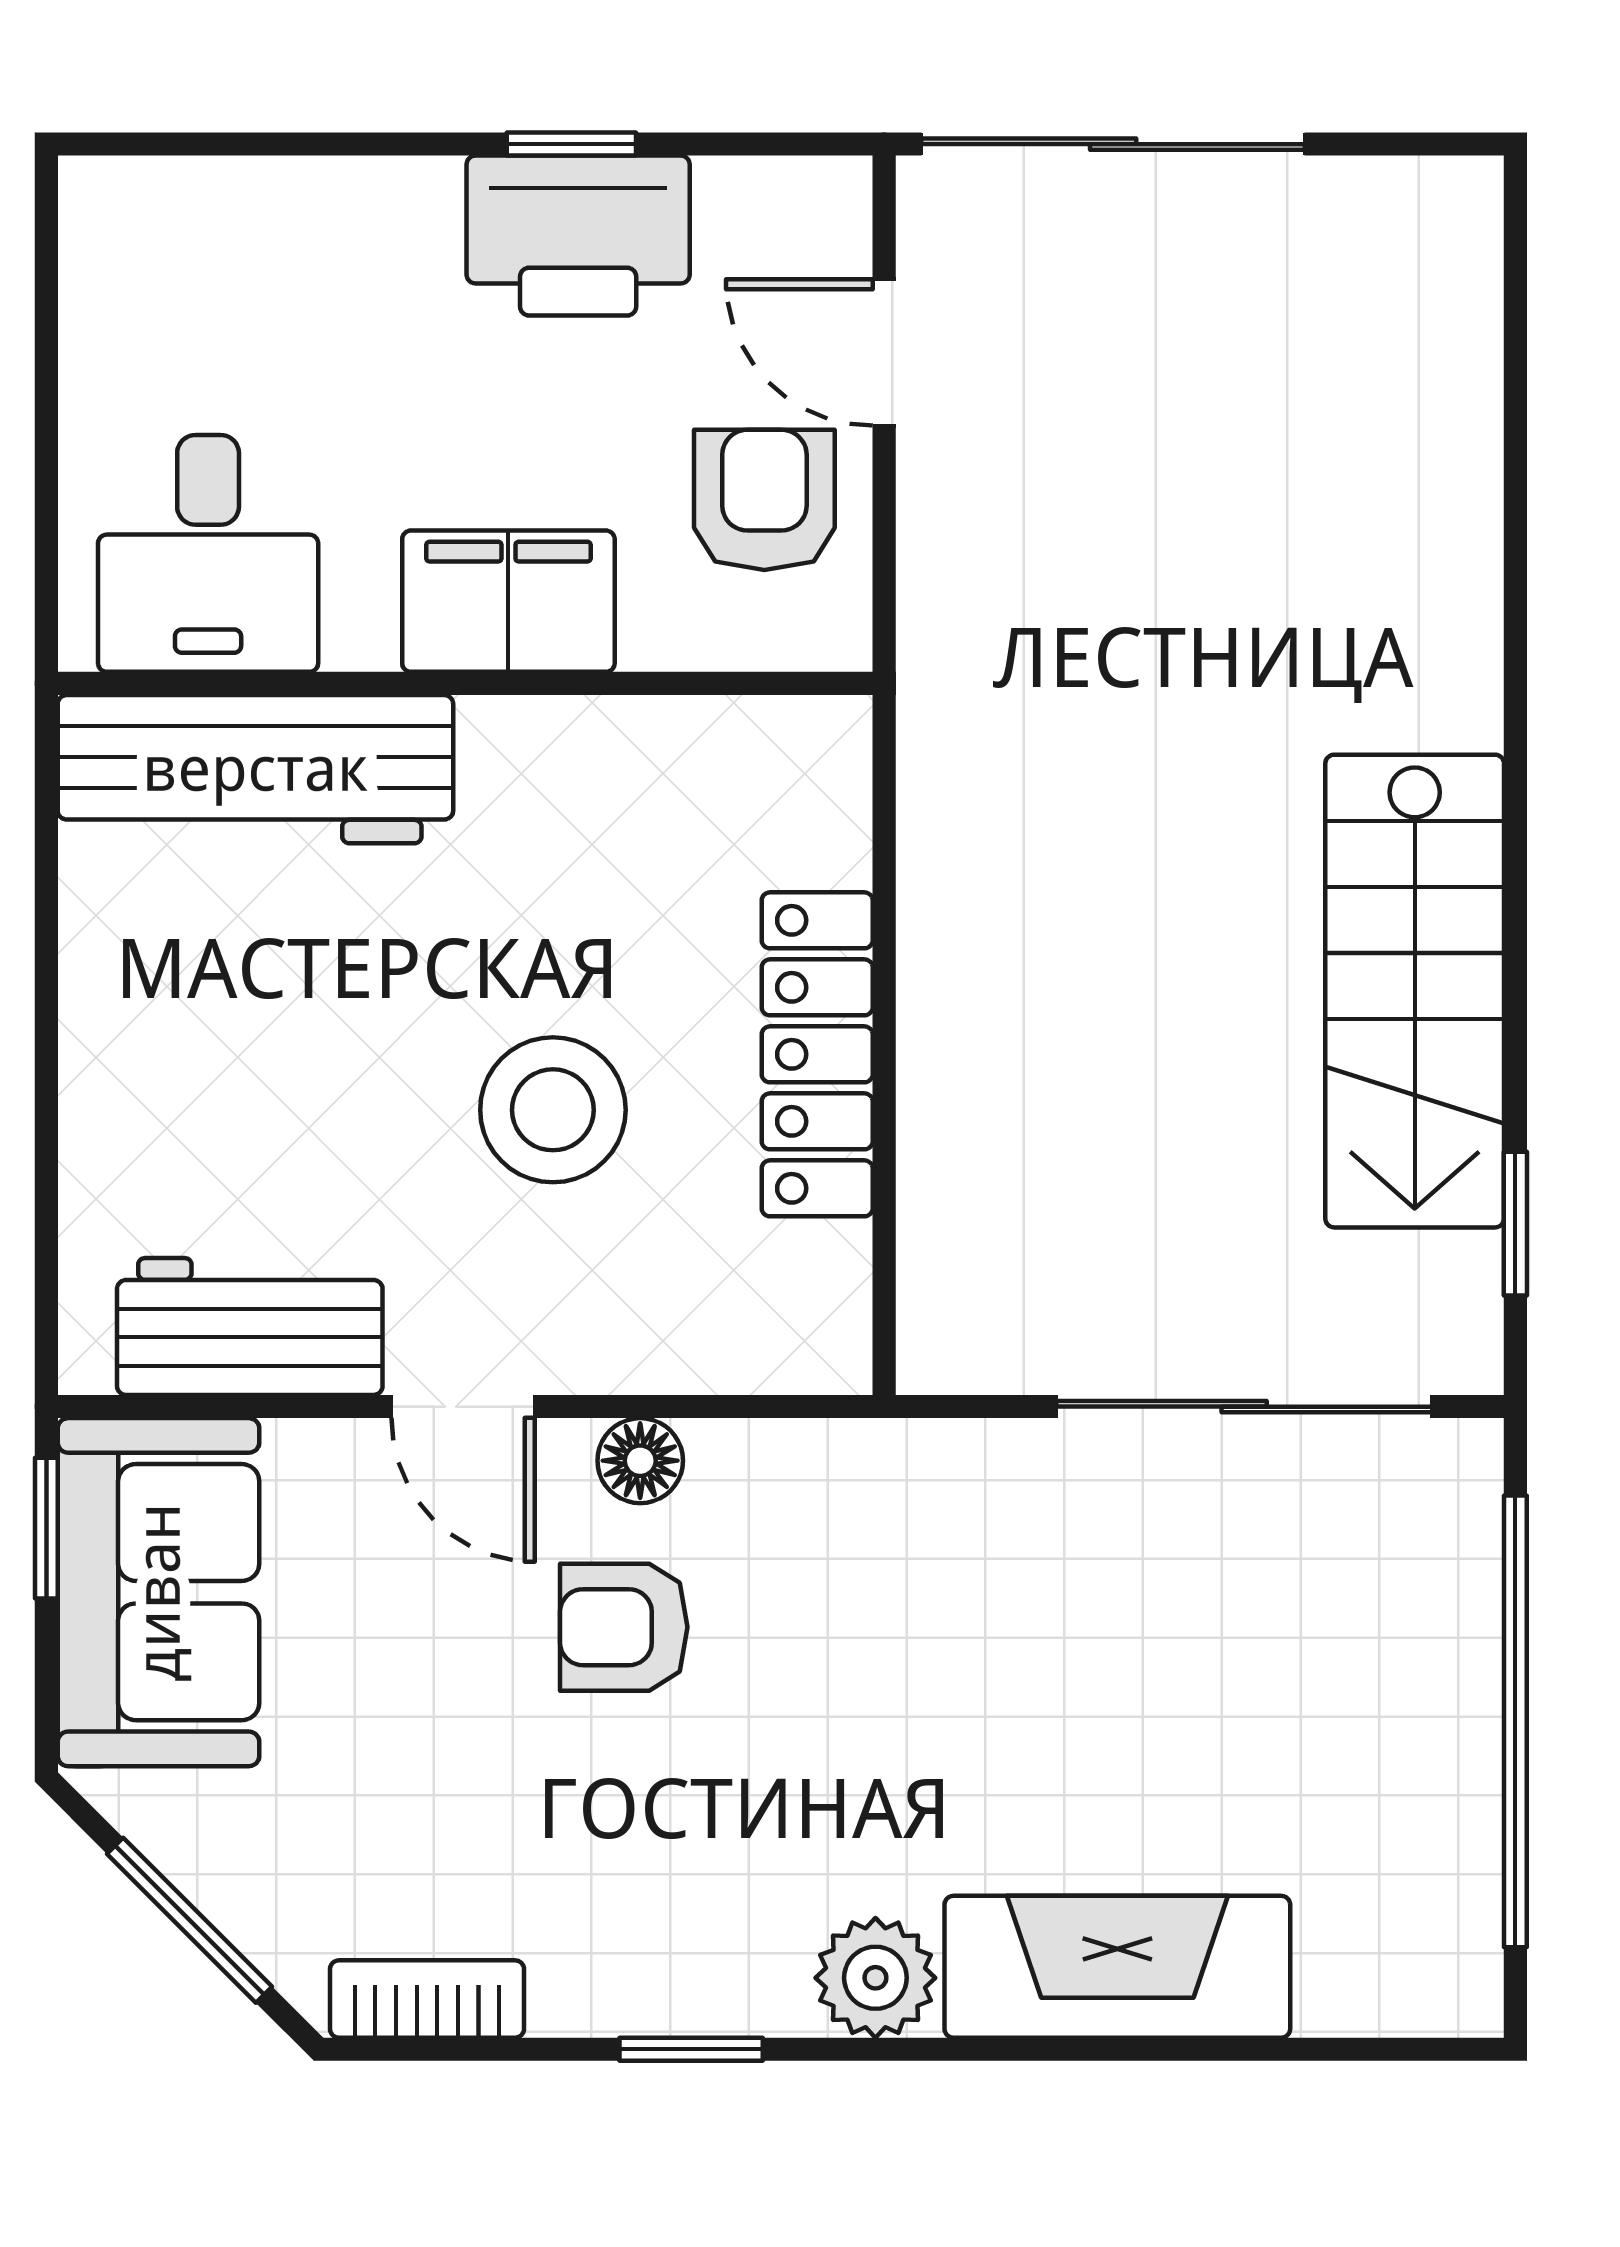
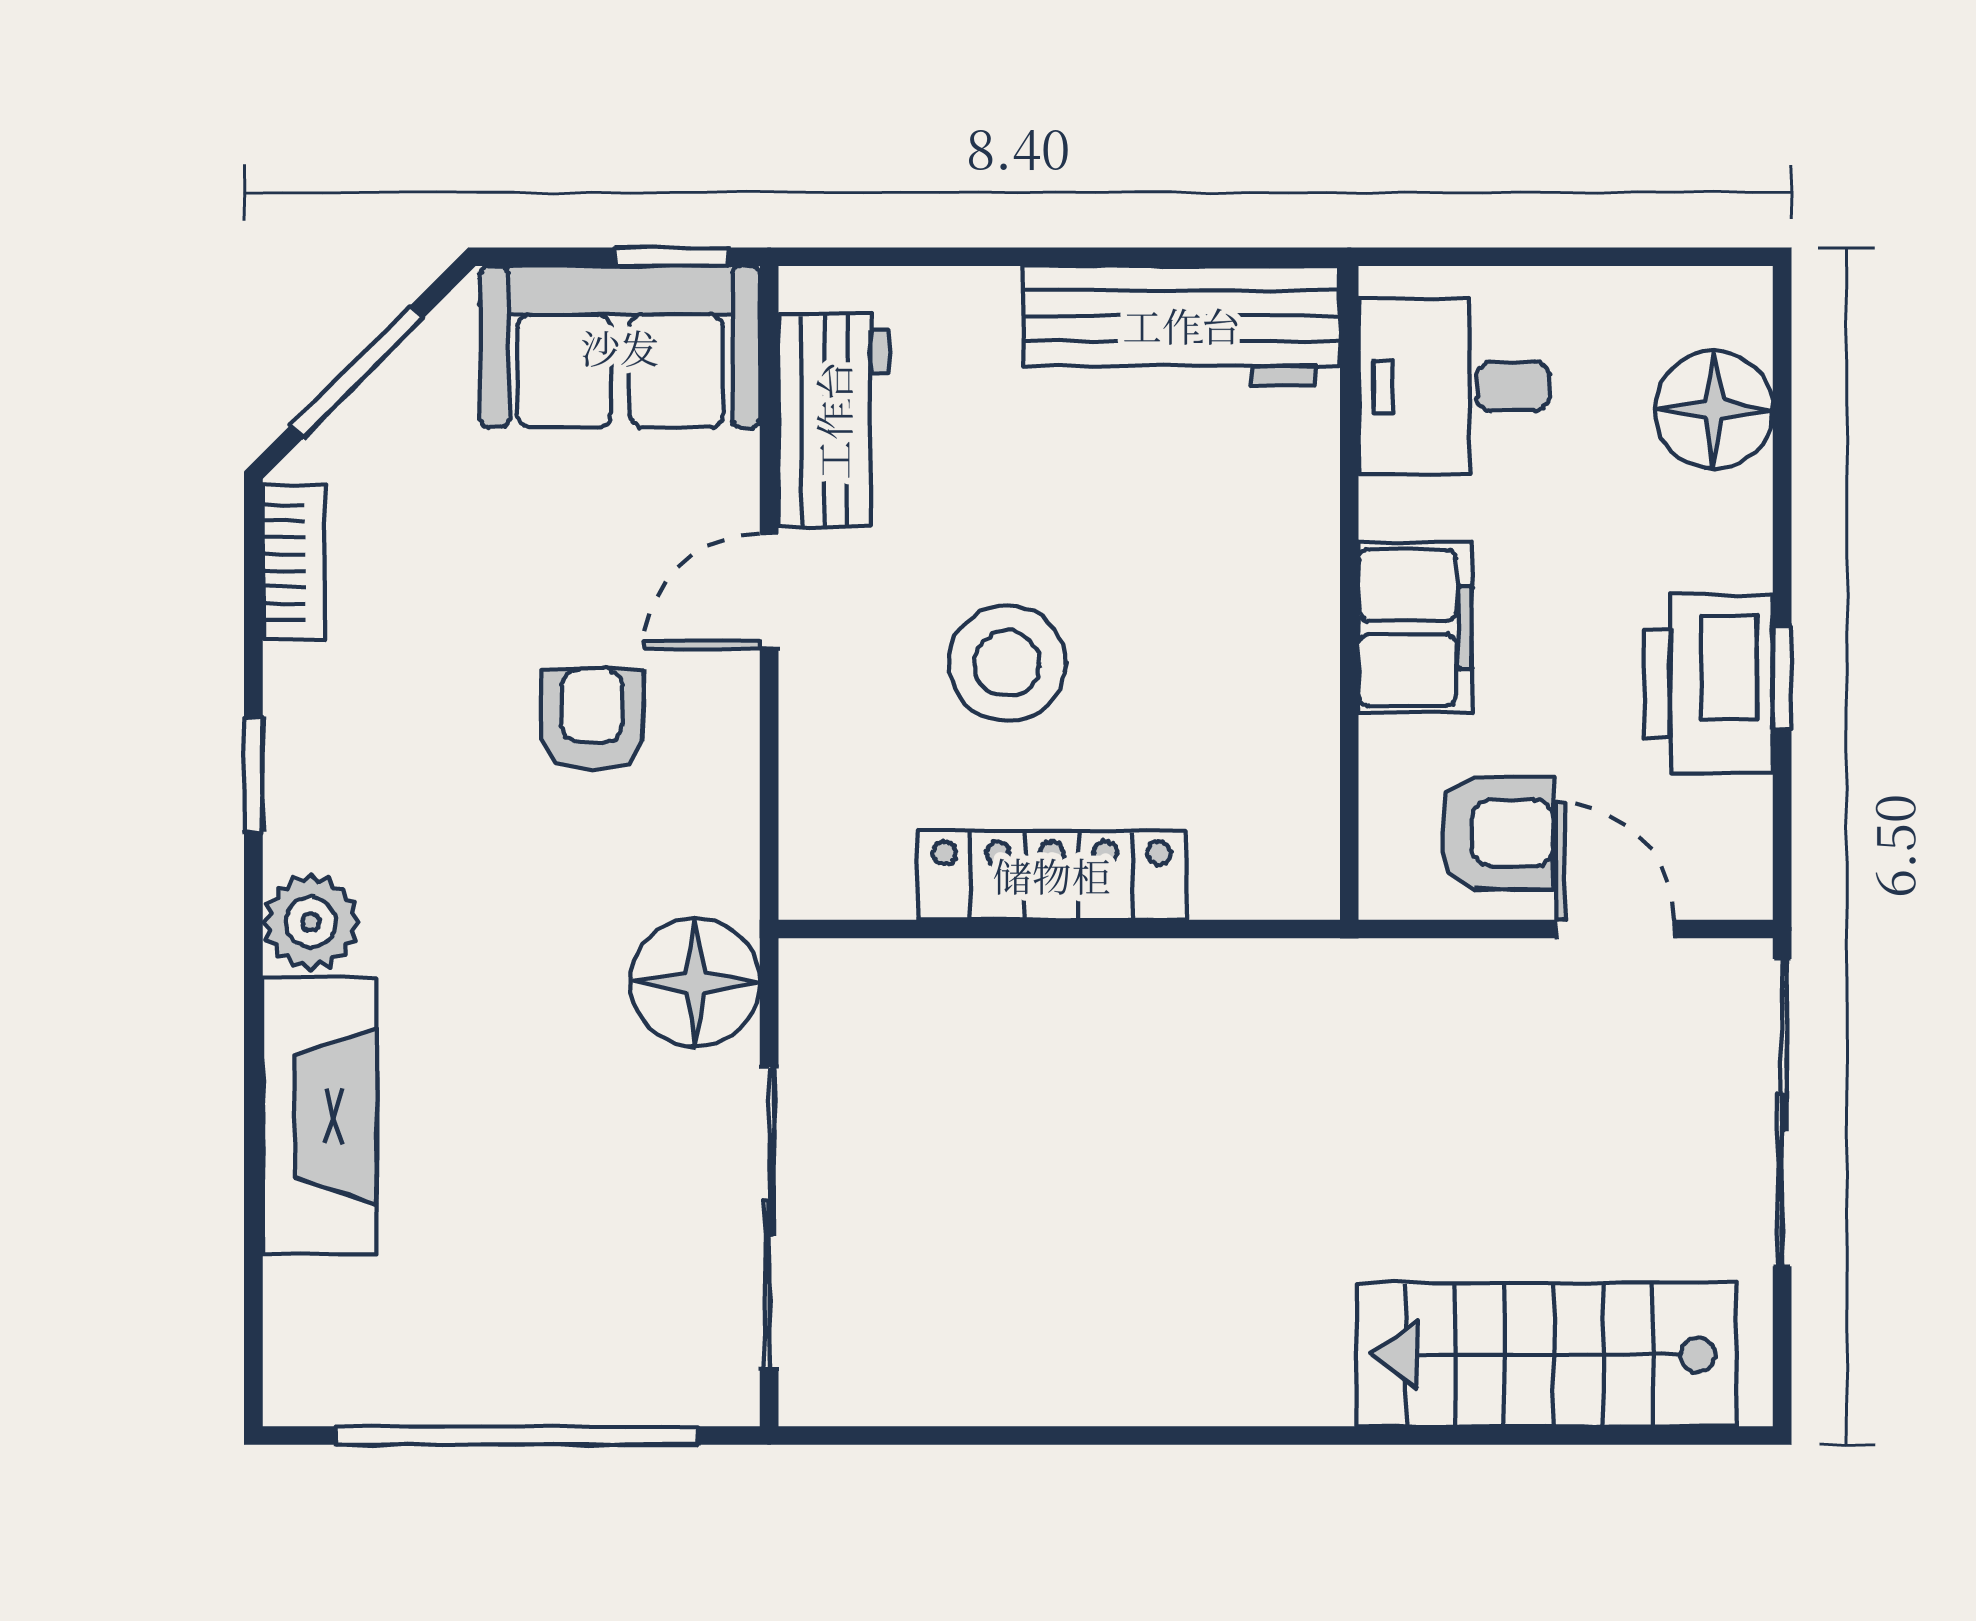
floor lamp: (237, 230) -> (1714, 409), added
door: (884, 352) -> (1615, 929), hinge flipped
workbench: (255, 769) -> (1182, 325), moved, turned -90
stairs: (1415, 991) -> (1546, 1355), moved
window: (1515, 1224) -> (916, 1435), removed
floor lamp: (640, 1461) -> (695, 982), moved, width x1.89, depth x1.89

